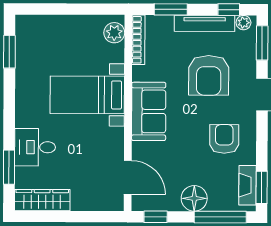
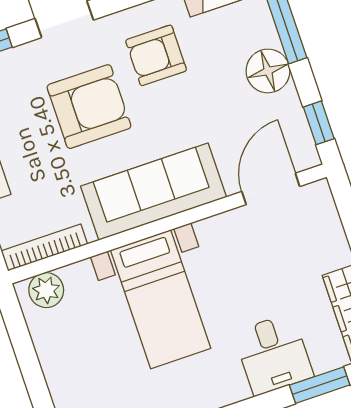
armchair: (209, 75) -> (89, 107), moved
sofa: (149, 111) -> (153, 192), width x1.36

